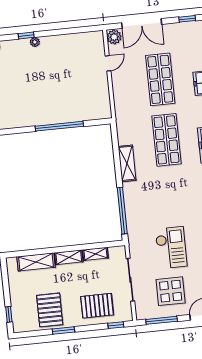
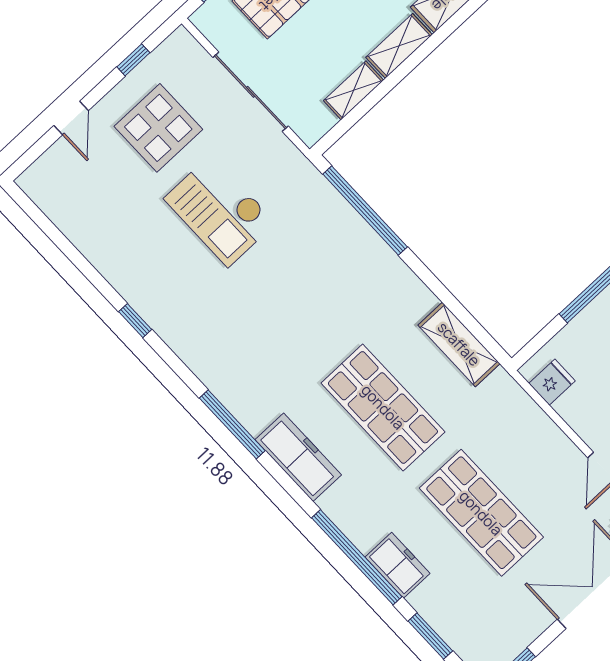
fridge: (103, 105) -> (552, 382), added
shelving: (127, 163) -> (459, 344), moved
window: (162, 320) -> (133, 60), width x0.46

